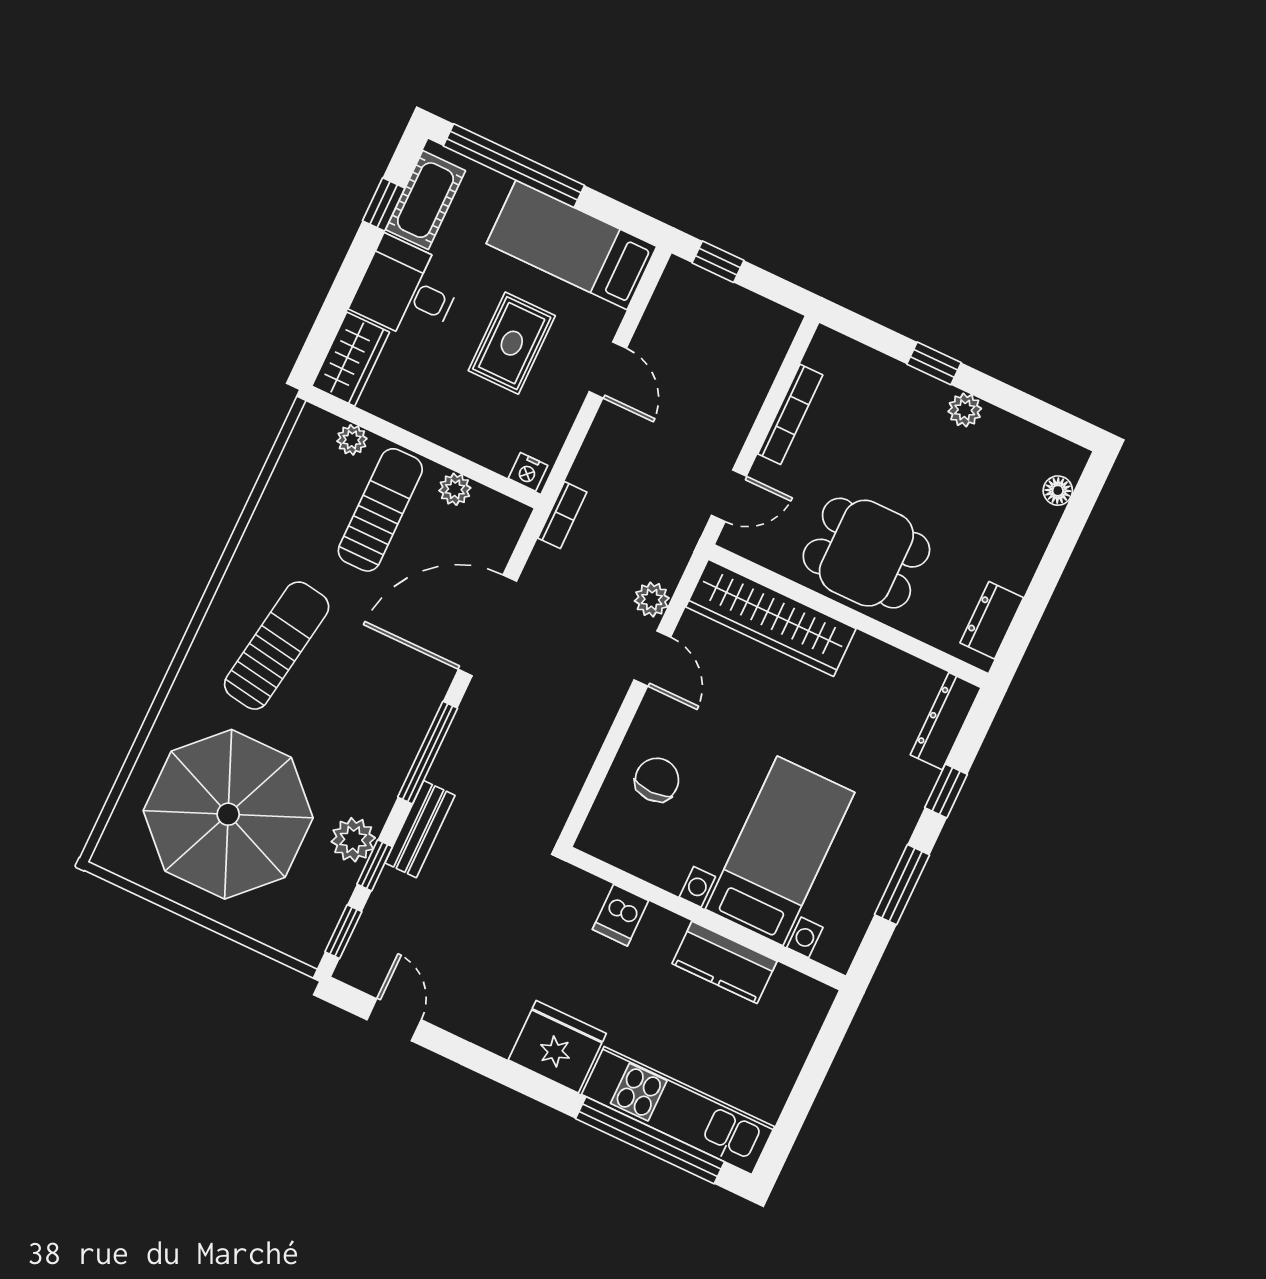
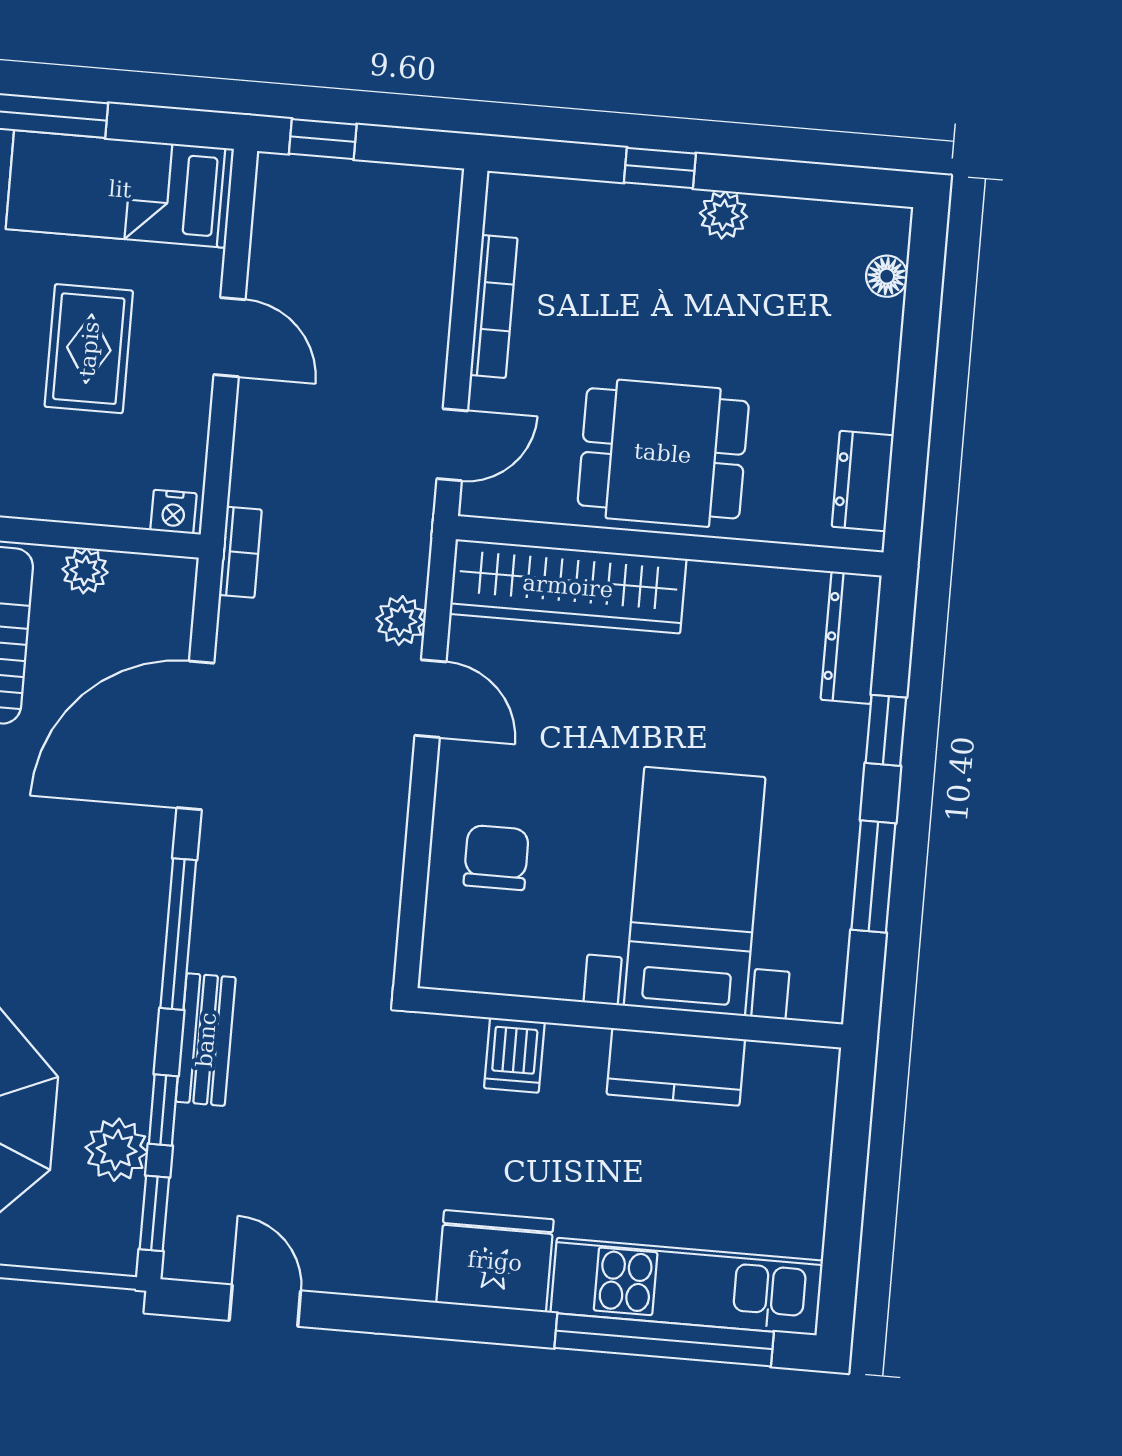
plant: (353, 840) -> (117, 1150), moved

